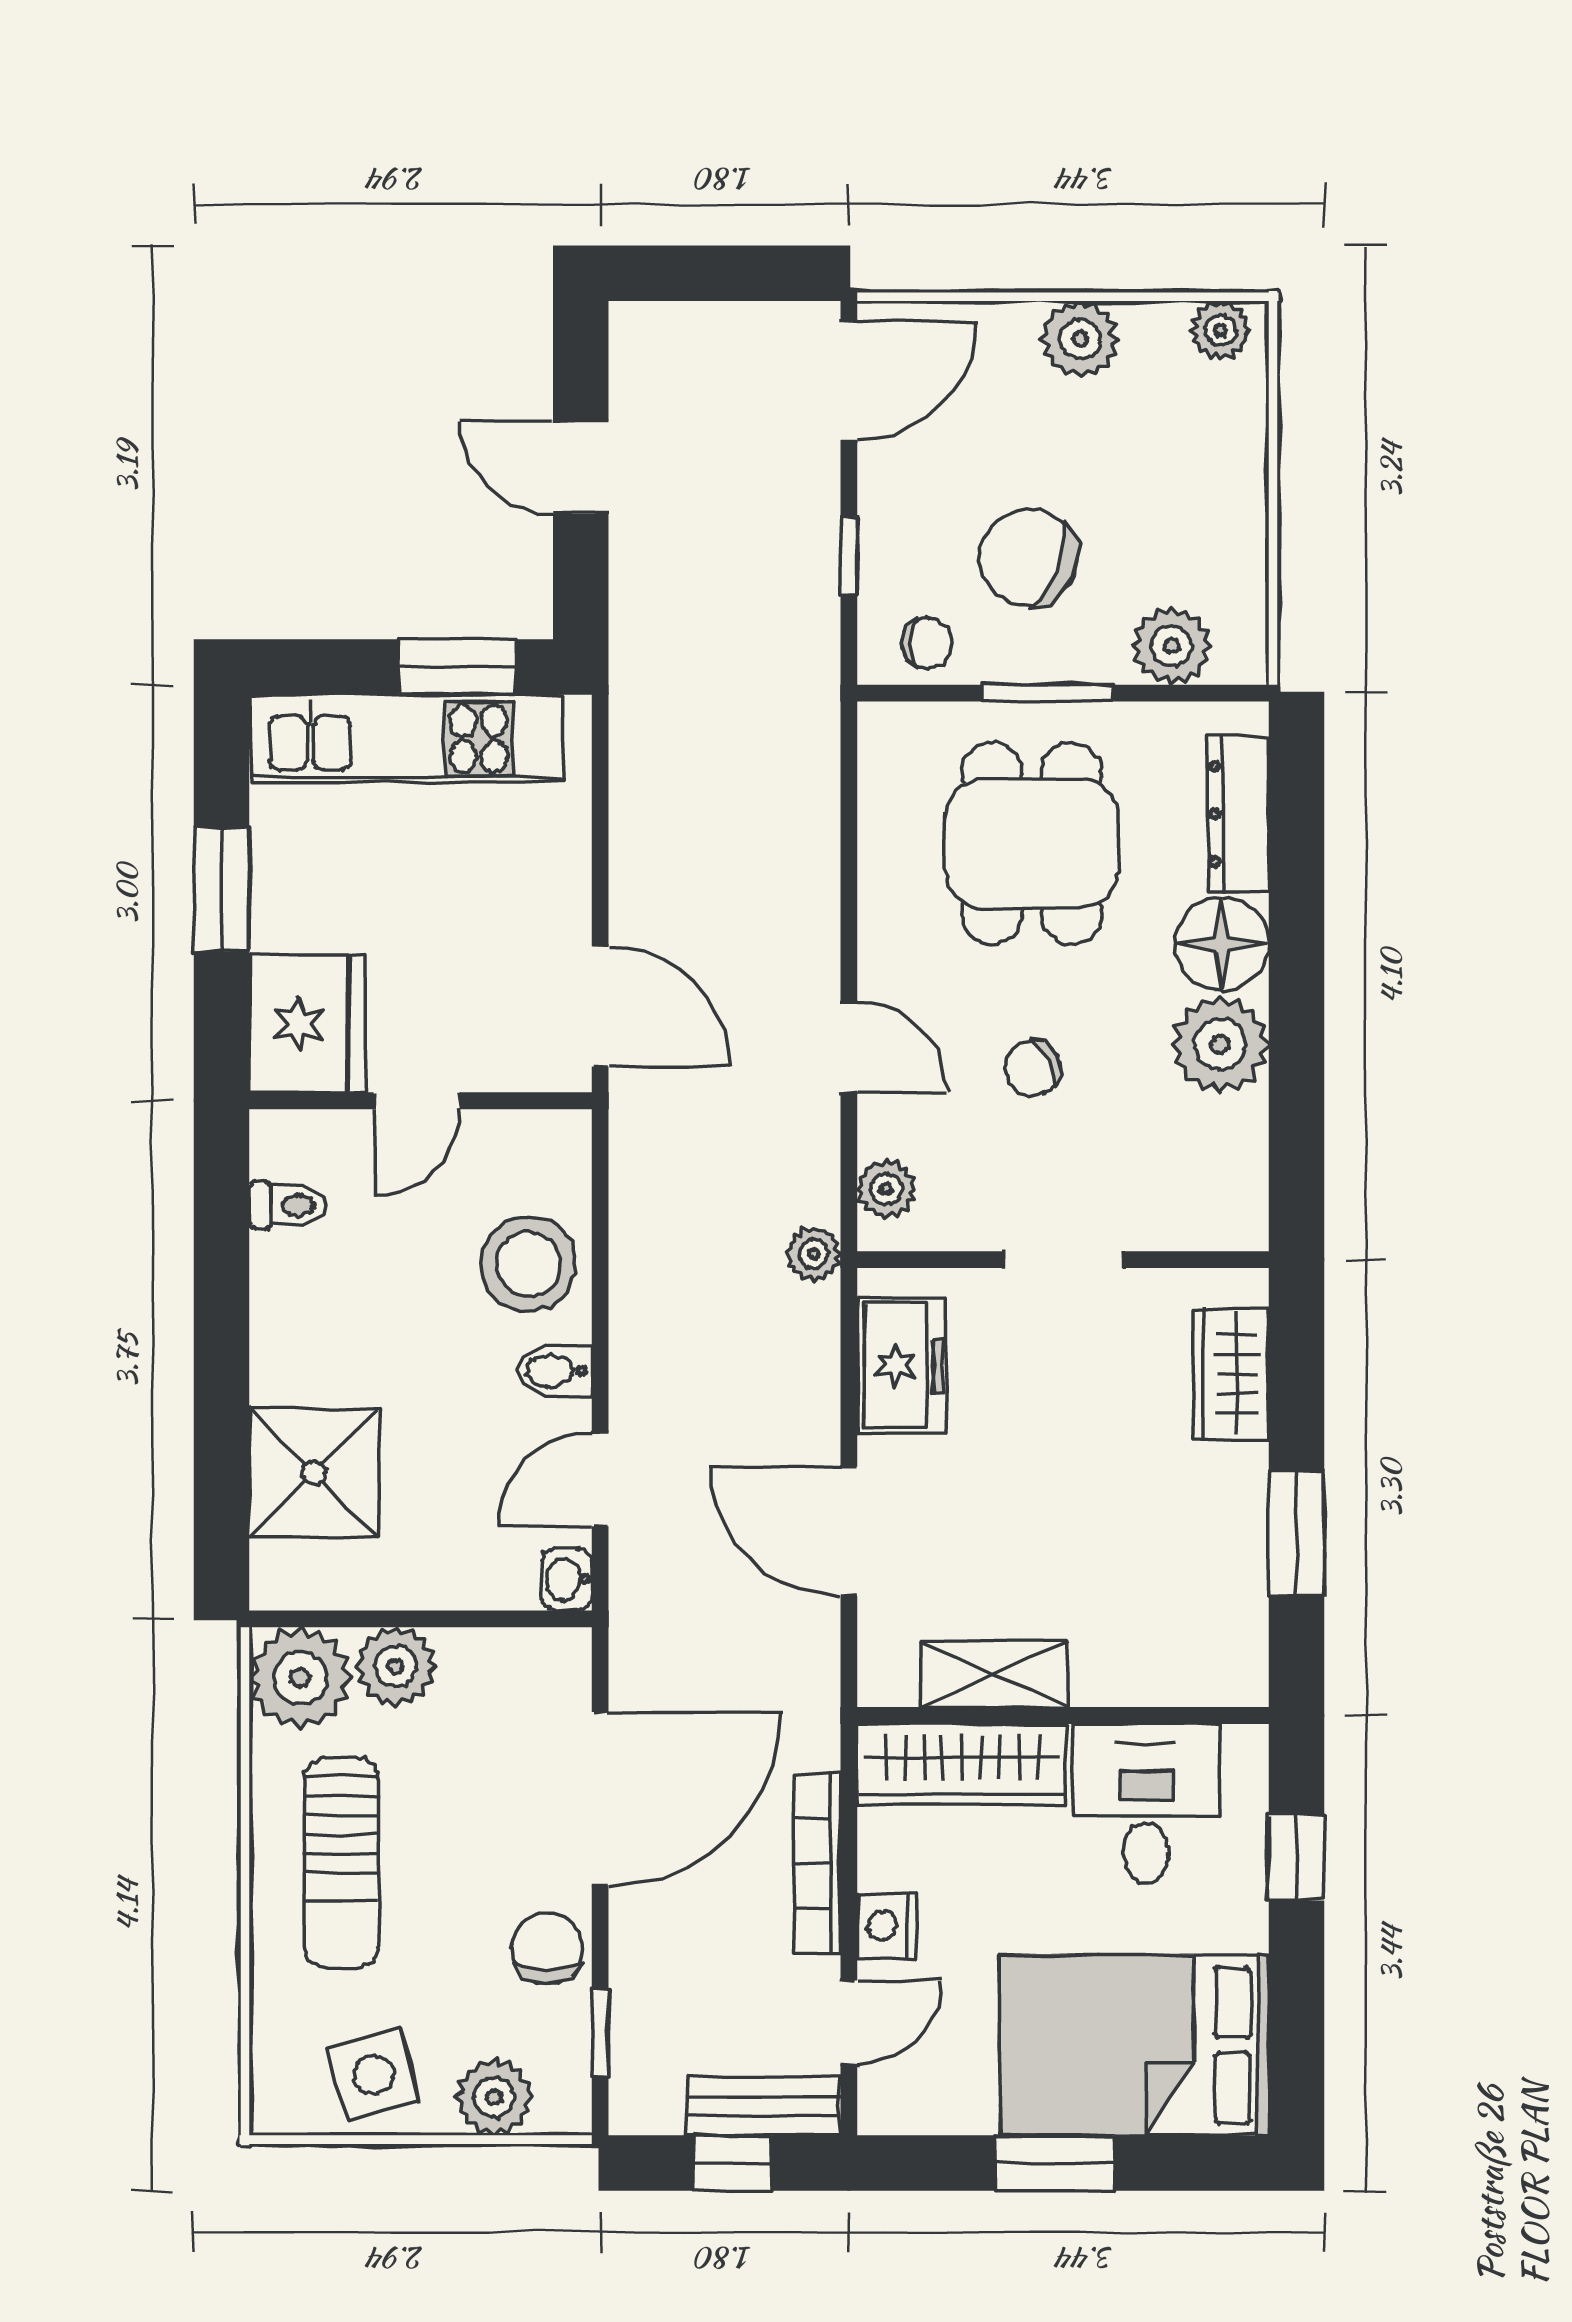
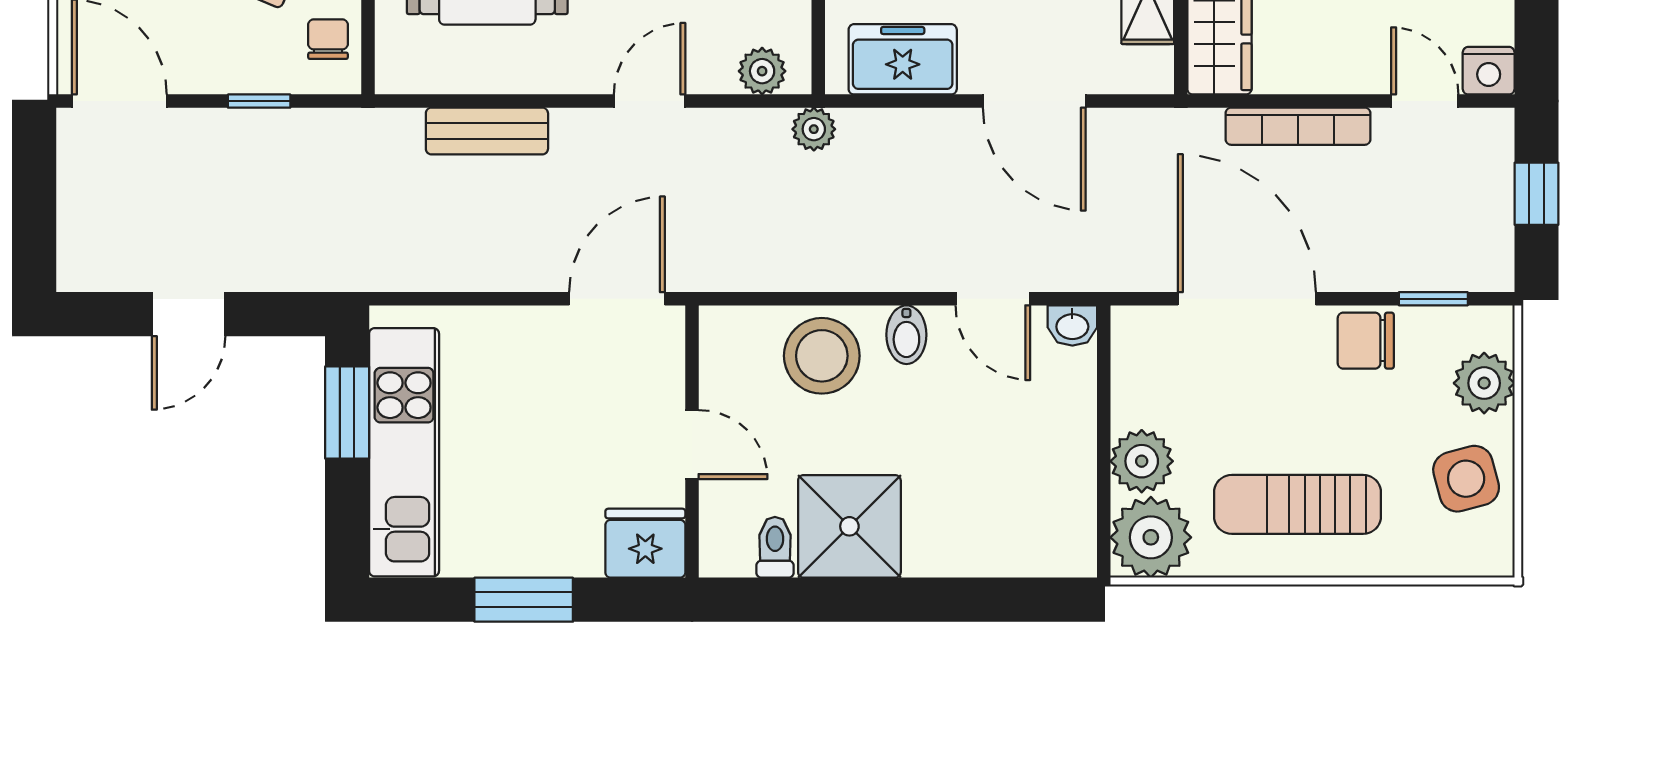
fridge: (307, 1024) -> (645, 543), width x0.73, depth x0.75
shower: (314, 1473) -> (849, 526), moved
door: (849, 1531) -> (1034, 101), hinge flipped
sun lounger: (341, 1862) -> (1298, 504), turned 180
nightstand: (887, 1926) -> (1489, 71), moved
bench: (764, 2106) -> (487, 131), moved, turned 90

